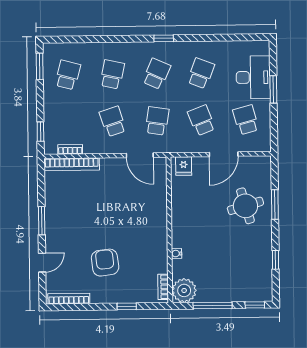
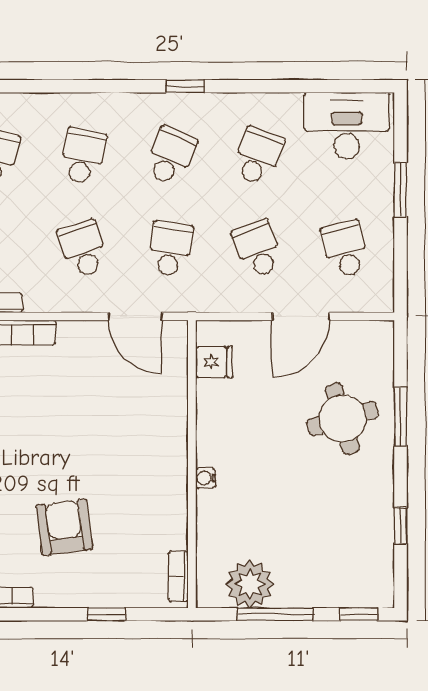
desk: (253, 77) -> (347, 126), moved, turned -90
fridge: (184, 166) -> (214, 362), moved, turned -90
water cooler: (177, 254) -> (205, 478), moved
plant: (184, 290) -> (250, 584), moved

